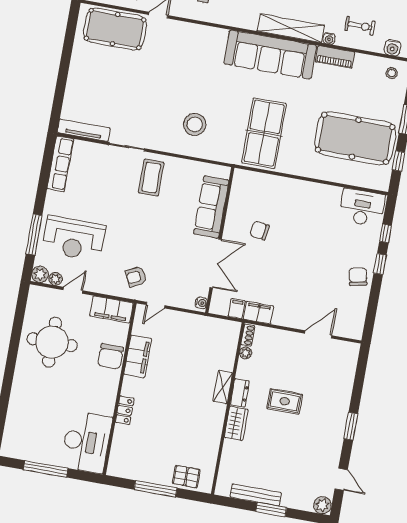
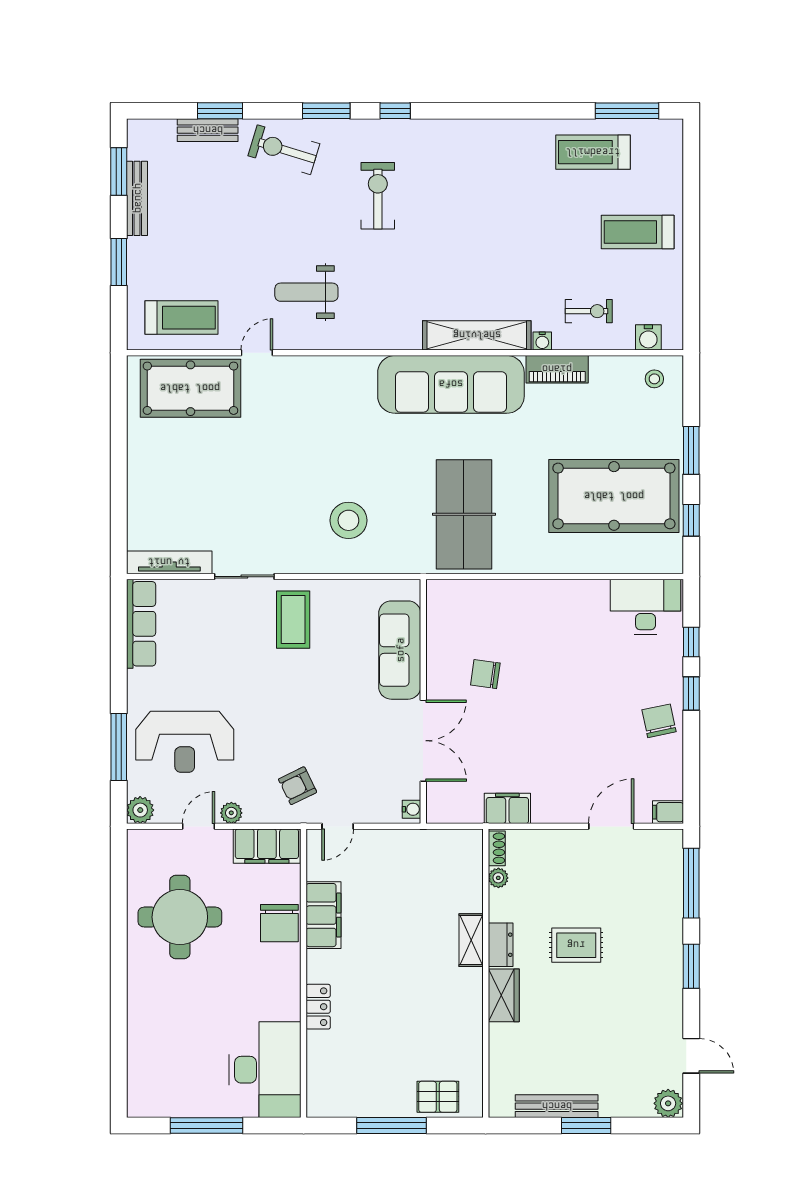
plant: (55, 279) -> (231, 813), moved
filing cabinet: (237, 309) -> (668, 812), moved, turned -90
window: (360, 377) -> (691, 883), added

